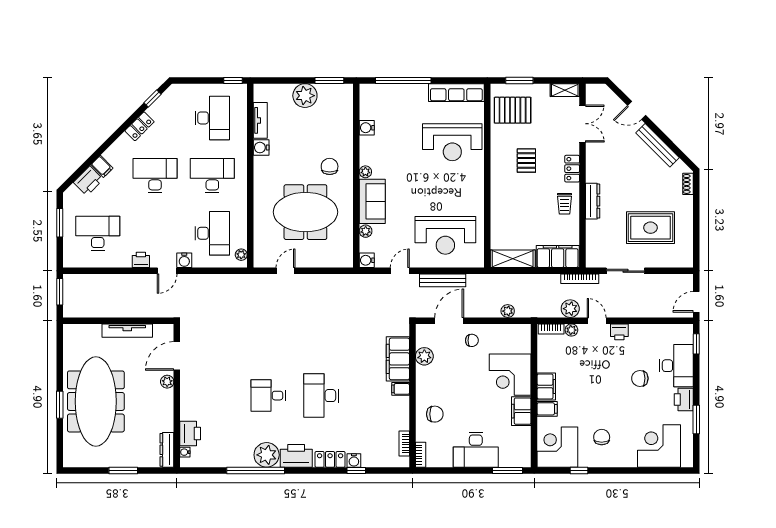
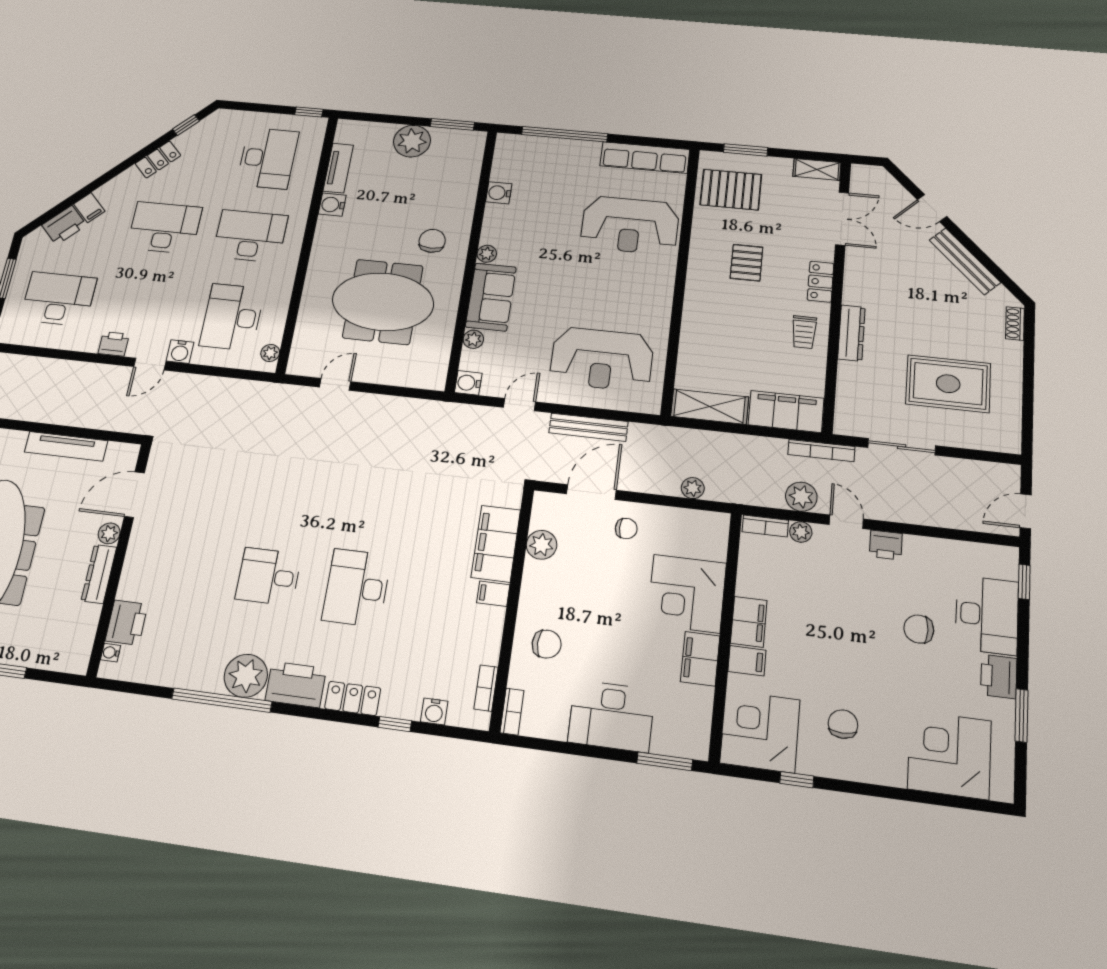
desk: (212, 233) -> (232, 317), turned 180
dresser: (167, 450) -> (99, 574), moved
water cooler: (354, 460) -> (434, 711), moved

